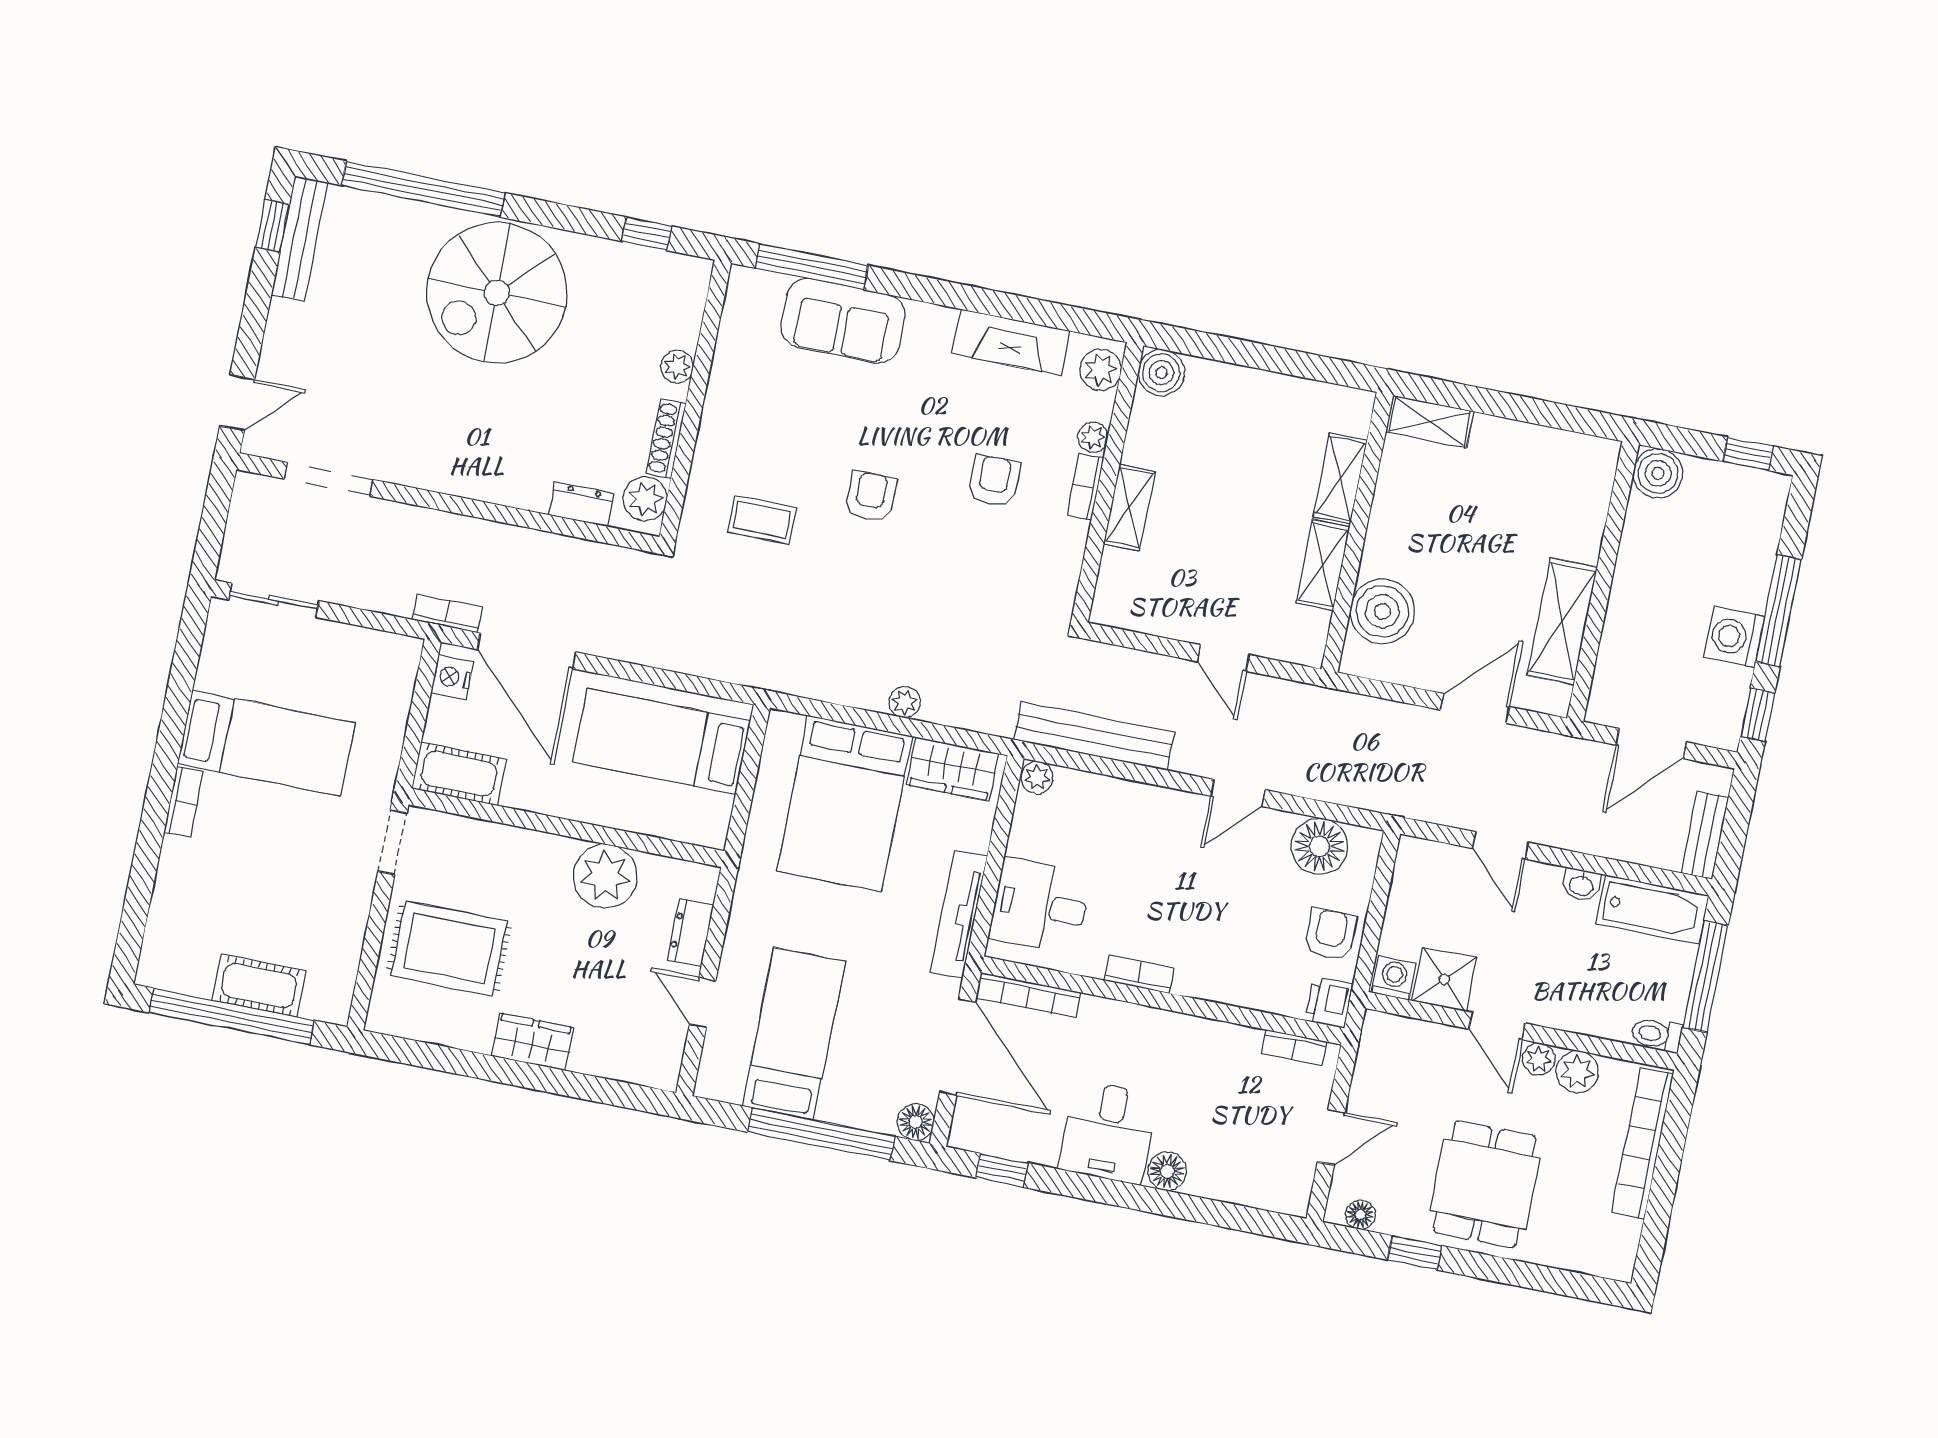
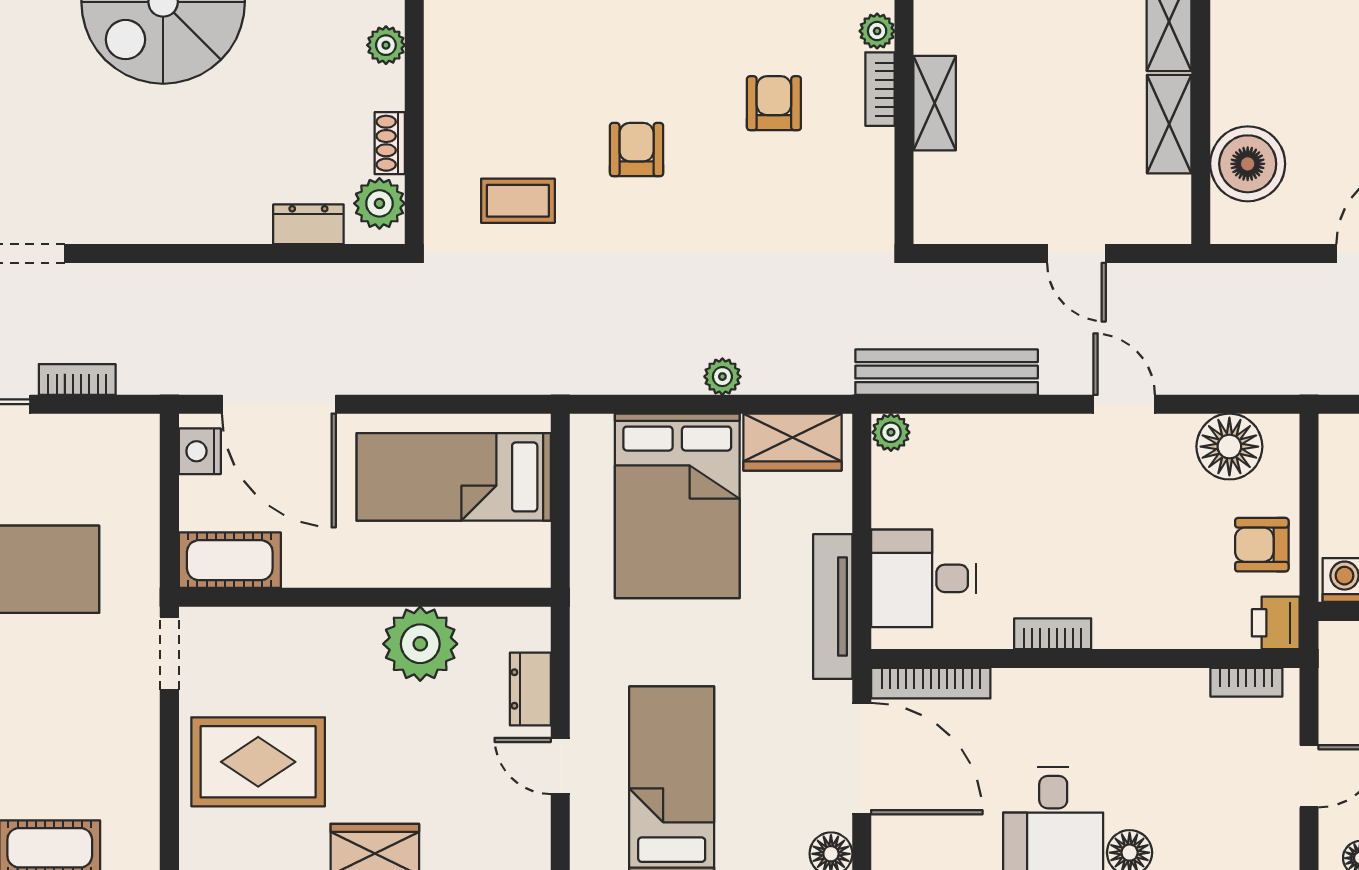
shoe rack: (666, 439) -> (390, 143), width x0.70
bookcase: (448, 613) -> (77, 379), moved
door: (1238, 793) -> (1124, 404), swing flipped
armchair: (1330, 934) -> (1262, 545), turned -90

